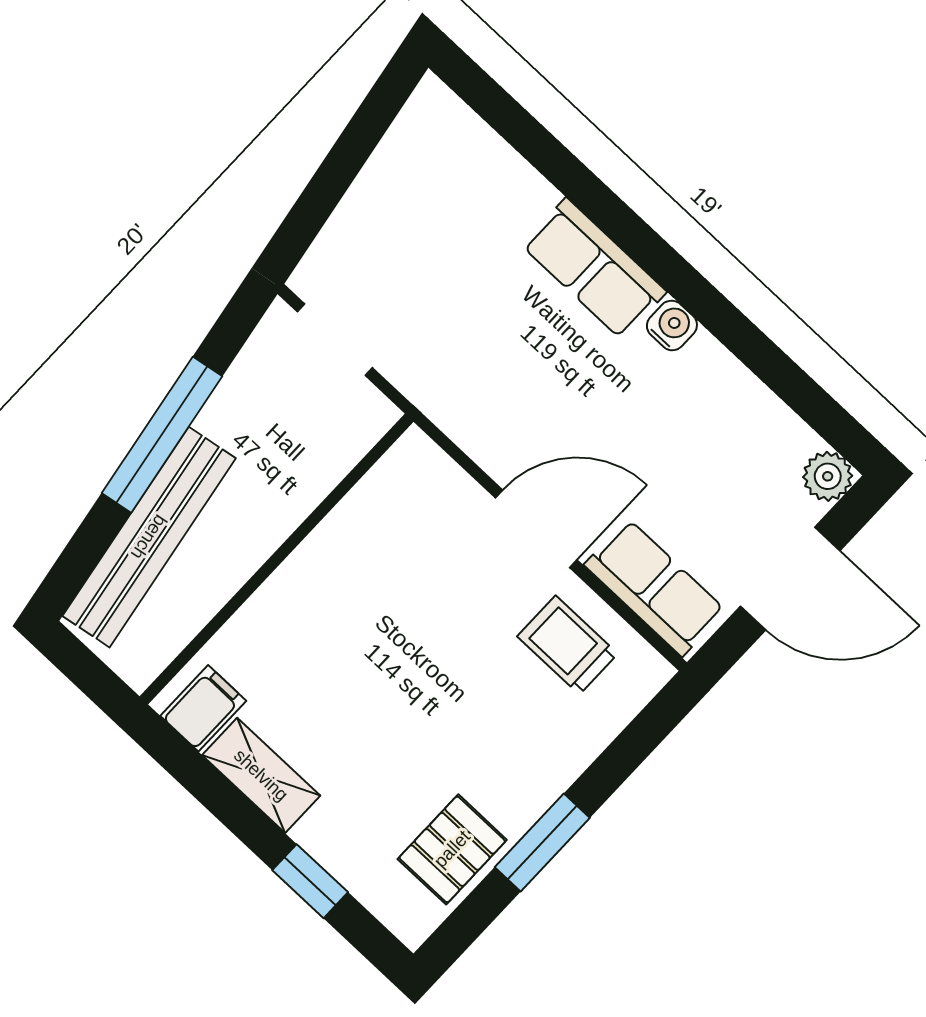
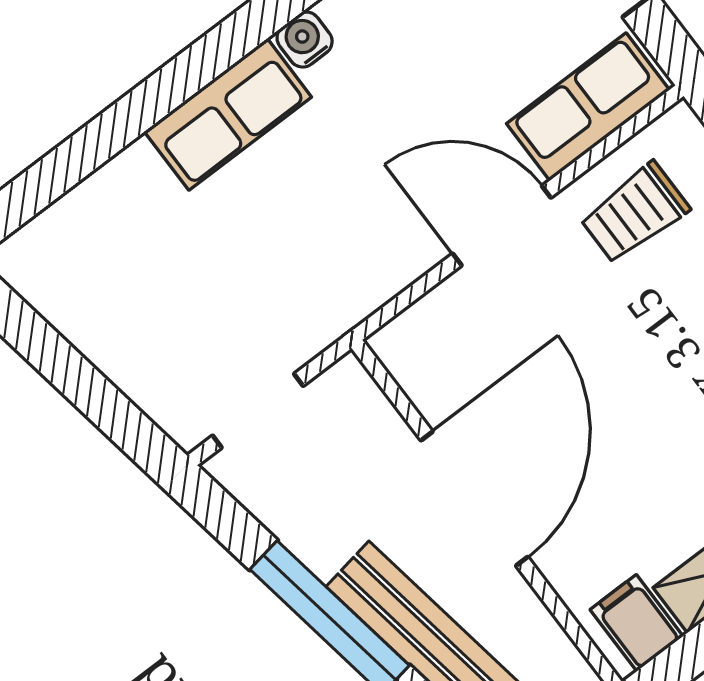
door: (536, 529) -> (502, 226), hinge flipped
door: (289, 545) -> (474, 499), added

